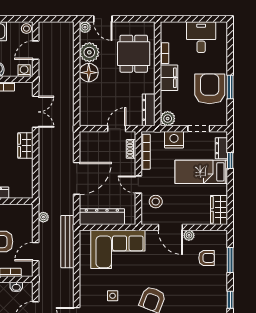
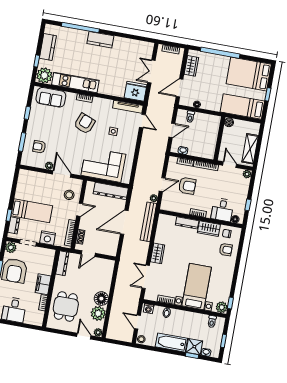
door: (36, 50) -> (137, 322), swing flipped
plant: (168, 119) -> (11, 247), moved
door: (138, 185) -> (80, 210), hinge flipped
wardrobe: (219, 210) -> (24, 180), removed
bench: (67, 242) -> (148, 222), moved
door: (36, 252) -> (162, 185), moved

